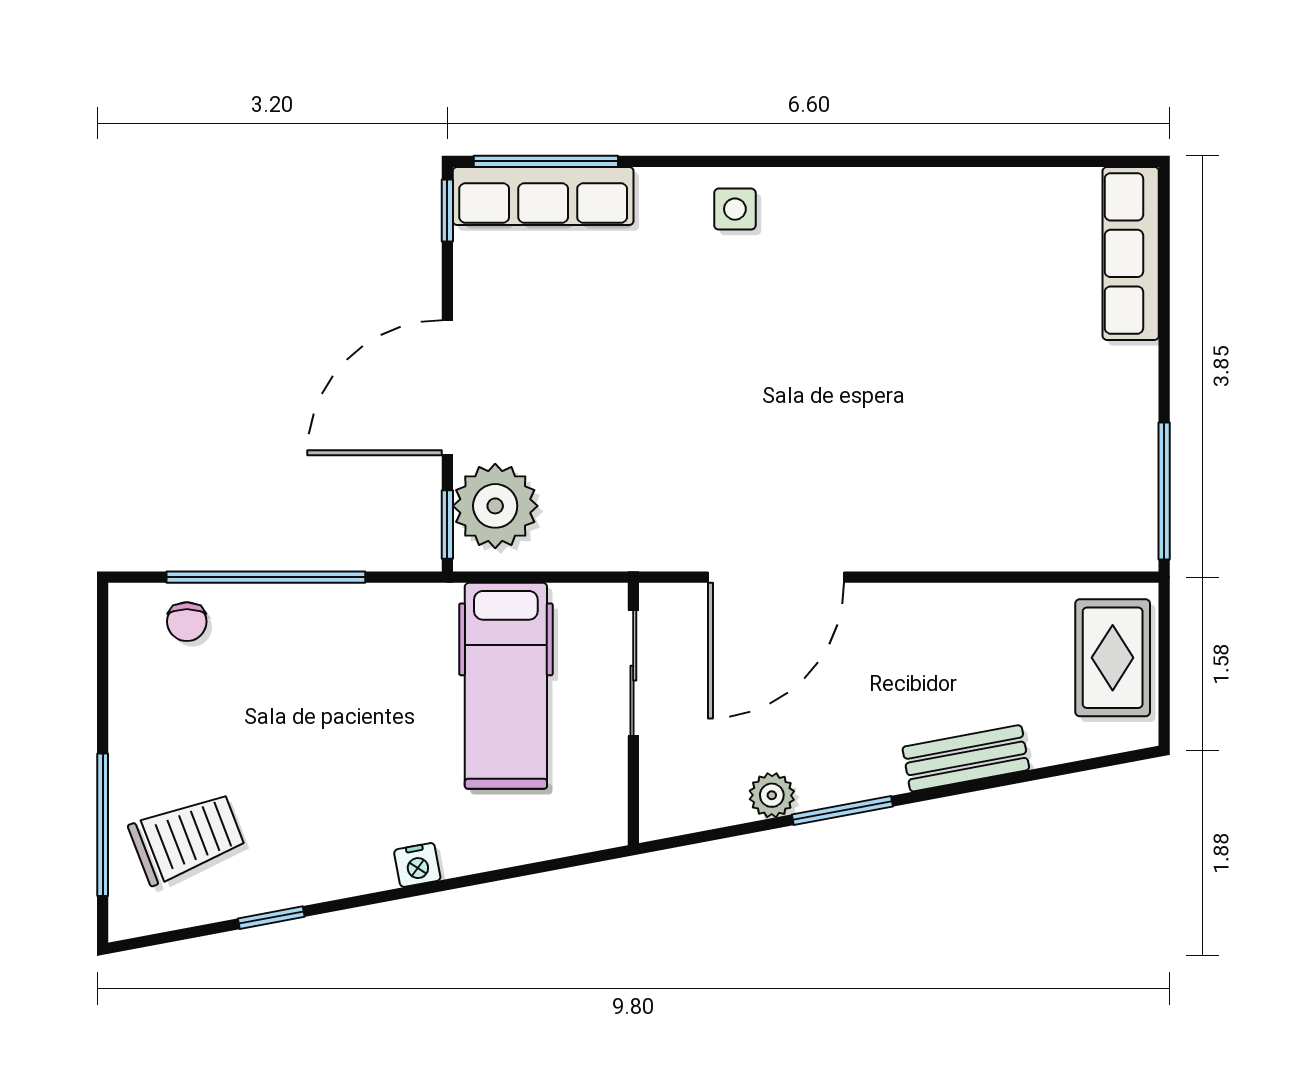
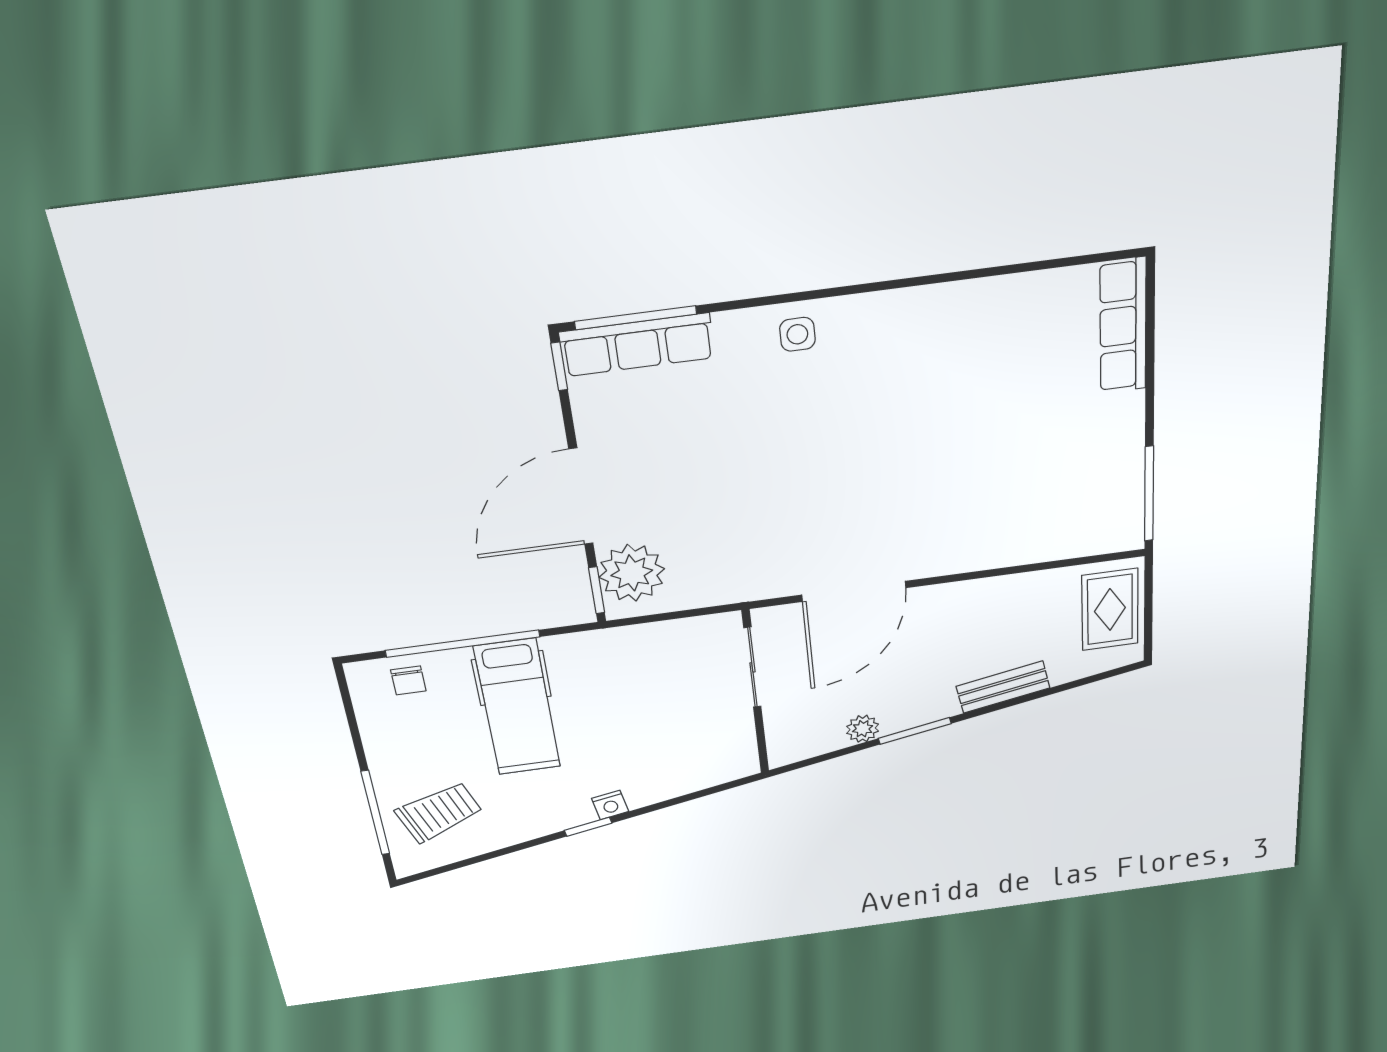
hospital bed: (506, 686) -> (517, 707), moved
window: (271, 918) -> (588, 827), moved

